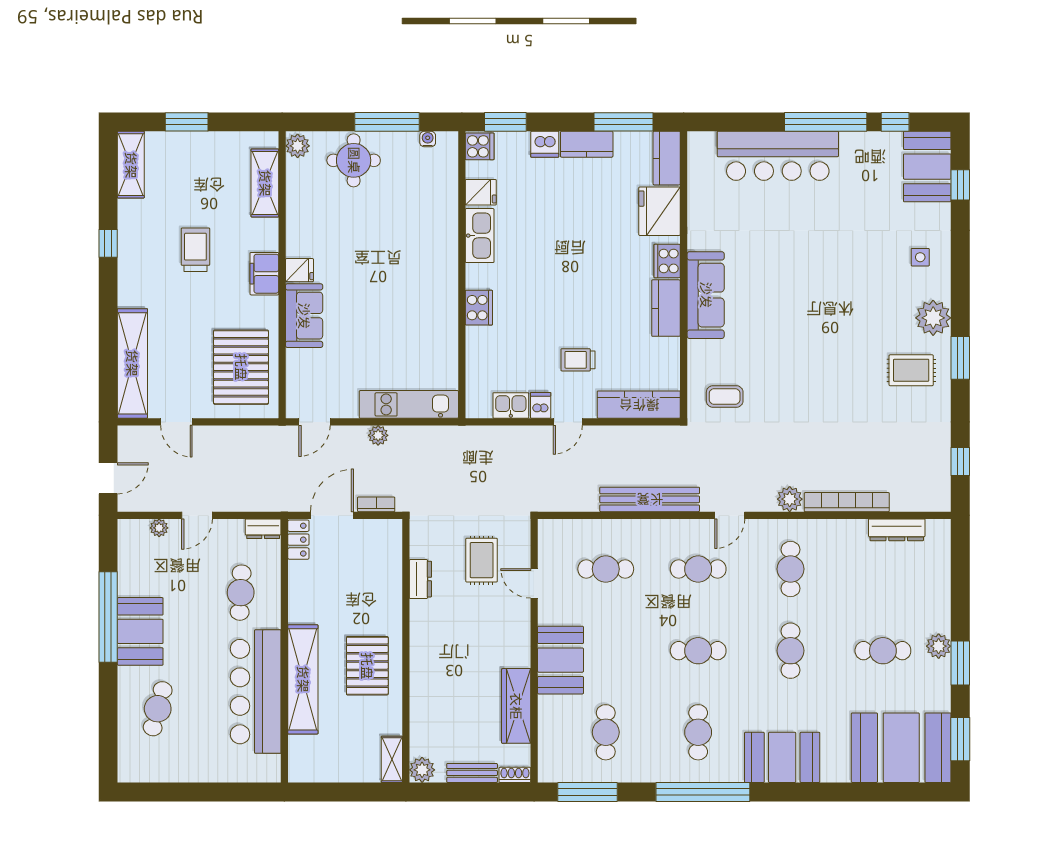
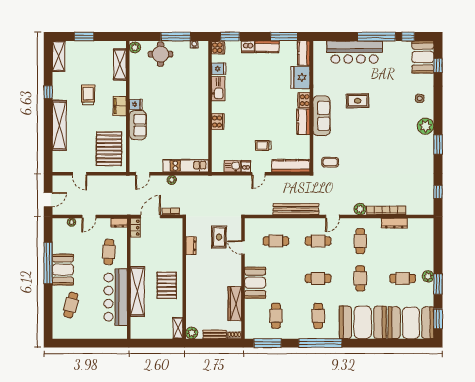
shelving: (132, 363) -> (59, 125), moved
rug: (911, 370) -> (358, 101), moved
dresser: (897, 530) -> (394, 223), moved
booth: (782, 757) -> (363, 322), width x1.36, depth x1.42

